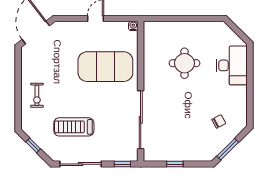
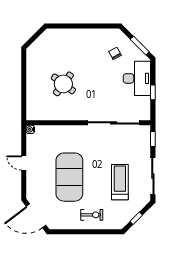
round table: (184, 63) -> (63, 84), turned 37
desk: (232, 65) -> (137, 78), moved, turned 90
exercise mat: (105, 67) -> (69, 177), moved
treadmill: (74, 127) -> (120, 182), turned 180

